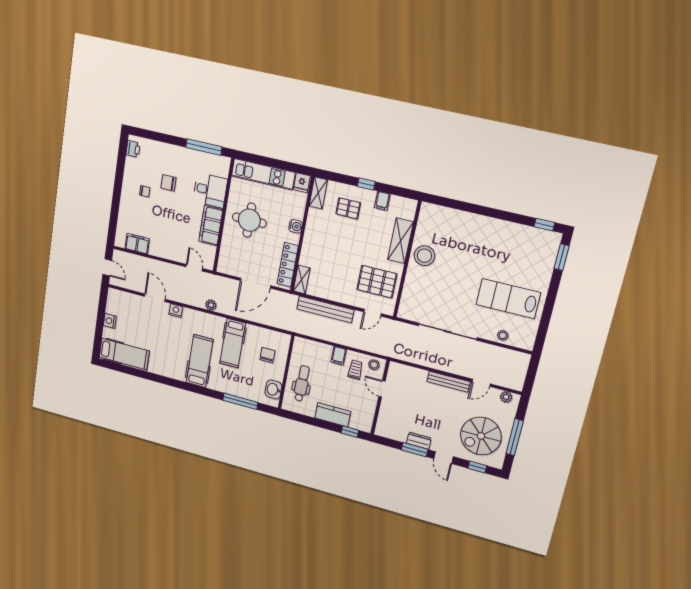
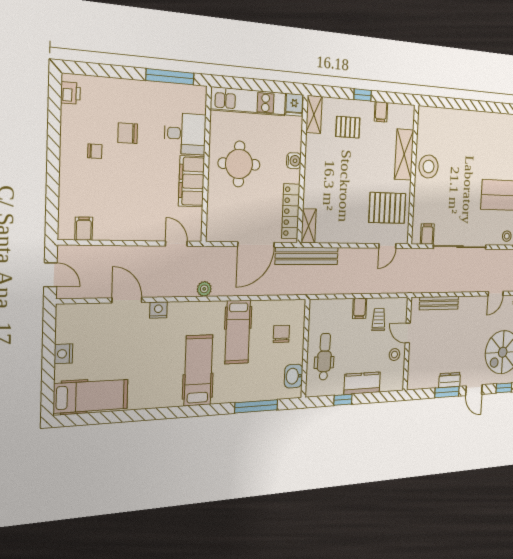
filing cabinet: (137, 244) -> (84, 229), width x0.50
bench: (325, 309) -> (307, 256), moved
filing cabinet: (414, 313) -> (427, 234), added
stool: (374, 365) -> (394, 355), moved
bench: (449, 382) -> (439, 303), moved
window: (350, 432) -> (343, 400), moved

